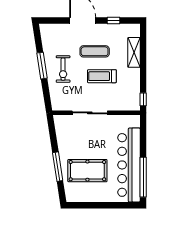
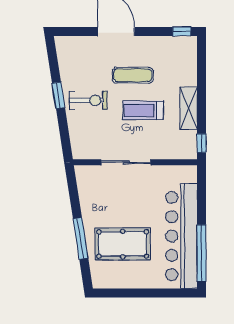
window: (114, 20) -> (182, 31), moved
shelving: (134, 52) -> (189, 108), moved
window: (42, 66) -> (58, 95), width x0.69
exercise bike: (63, 69) -> (88, 100), turned -90

